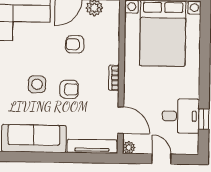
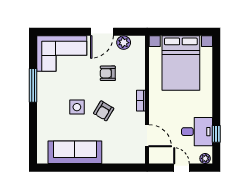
armchair: (69, 89) -> (104, 111), turned 121
tv unit: (92, 146) -> (123, 158), removed
plant: (129, 147) -> (205, 158), moved

